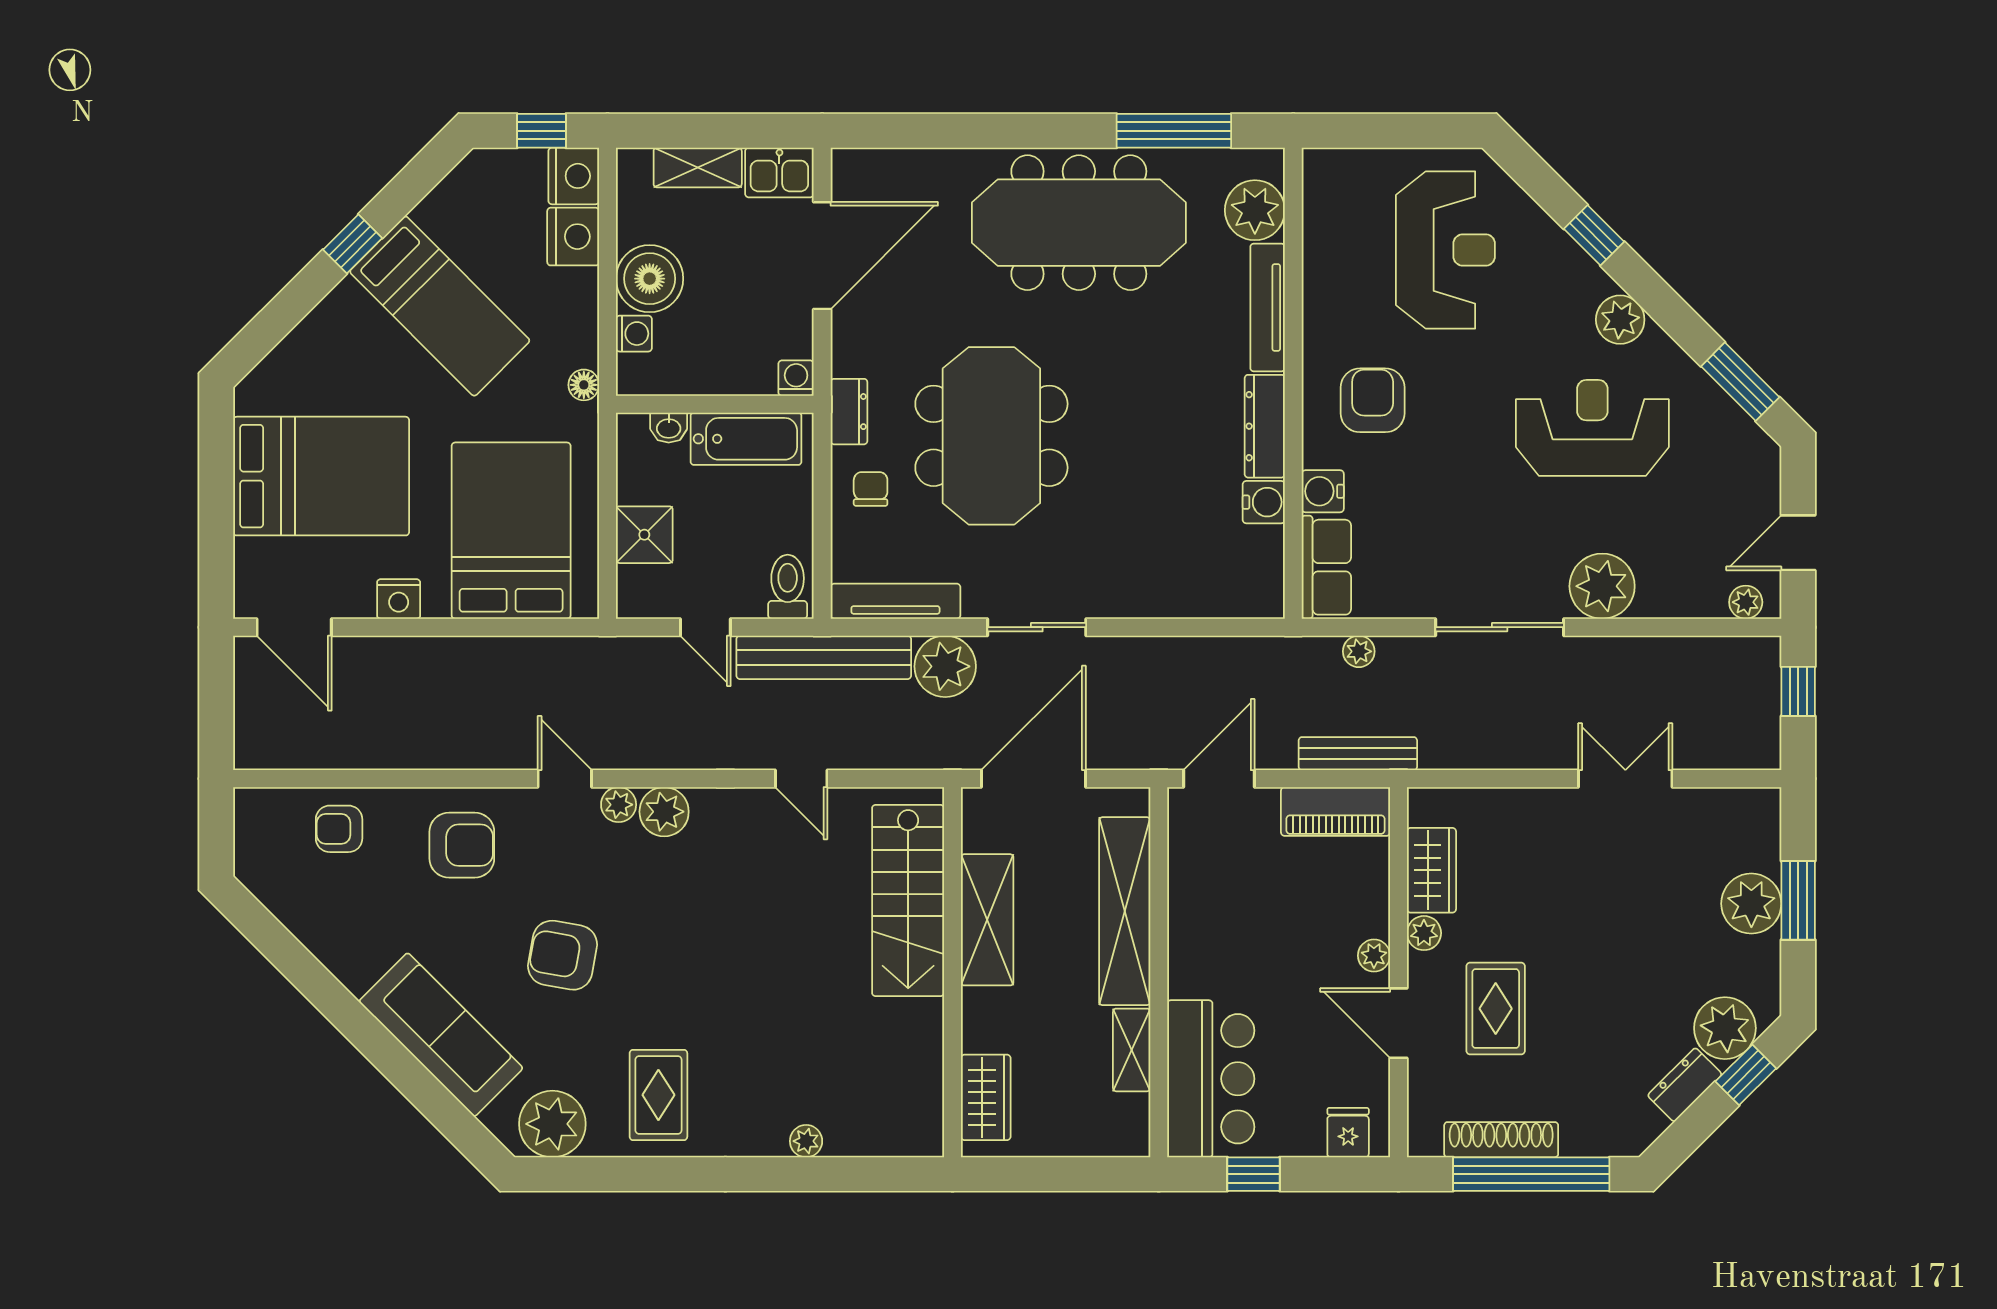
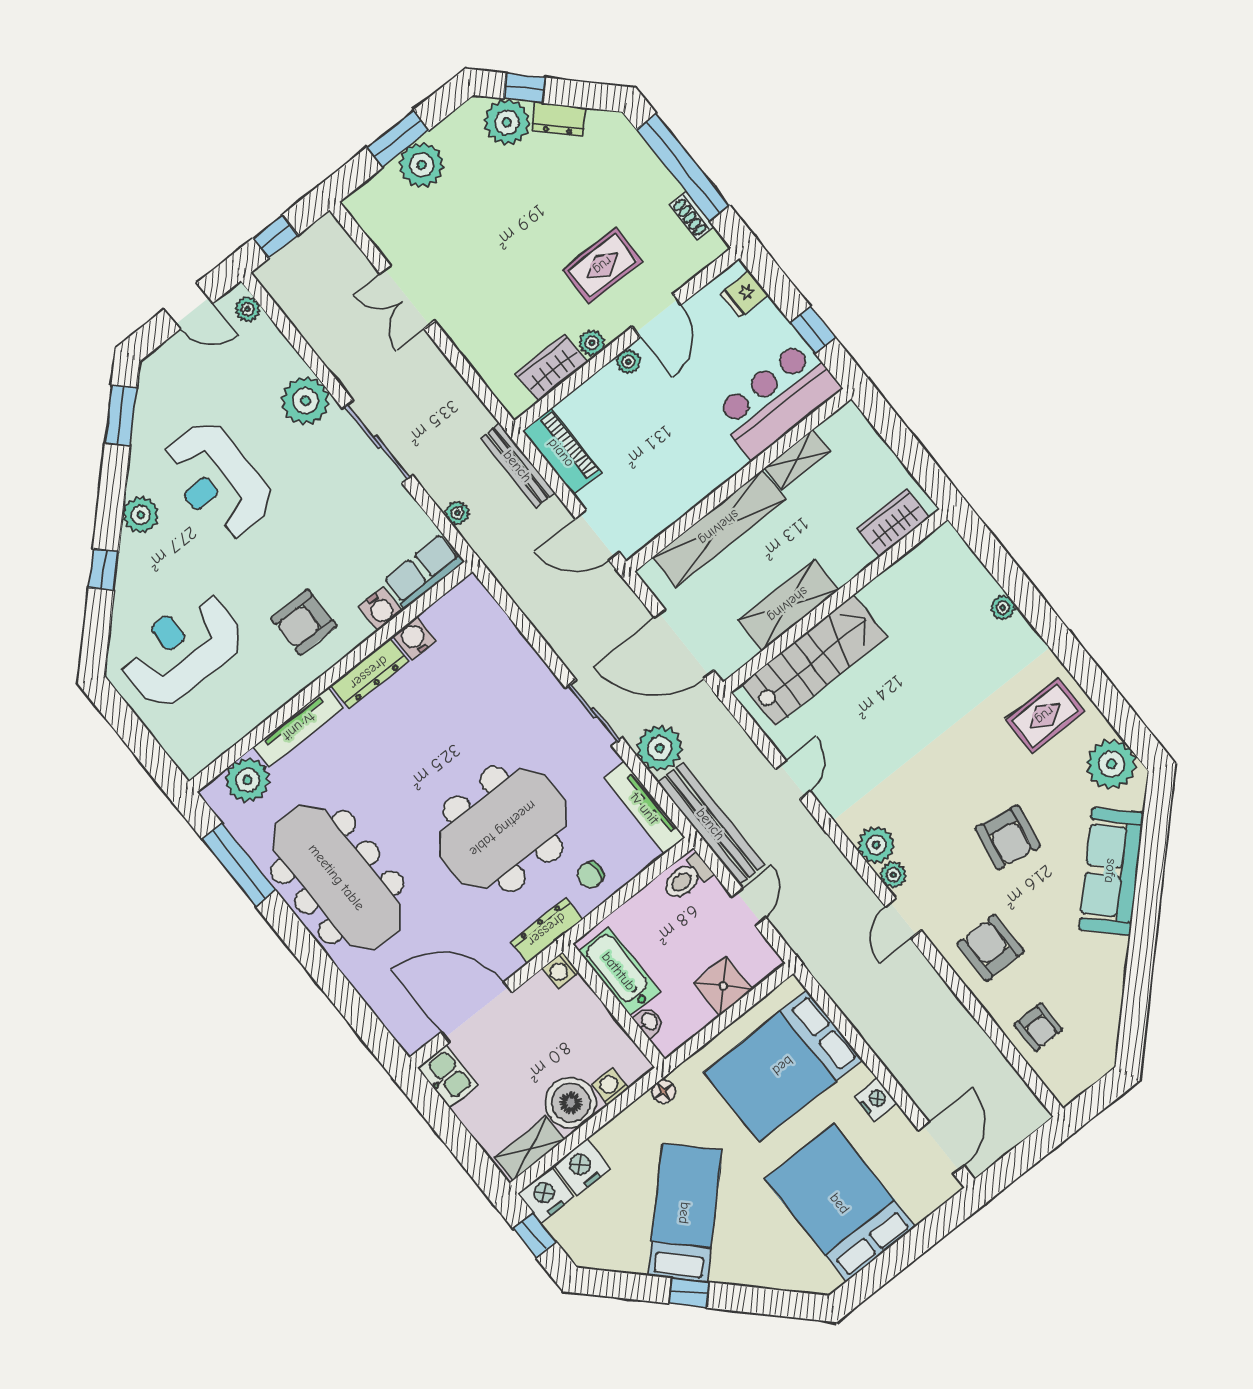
shelving: (698, 167) -> (530, 1149), moved, turned 90
dresser: (849, 412) -> (547, 930), width x1.44
shoe rack: (1501, 1140) -> (692, 216), width x0.51, depth x0.81

